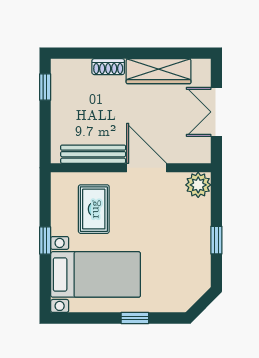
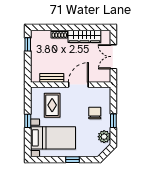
bench: (93, 154) -> (52, 78), width x0.73
door: (147, 168) -> (78, 85), hinge flipped
plant: (198, 185) -> (104, 137), moved
chair: (179, 225) -> (95, 113), added

